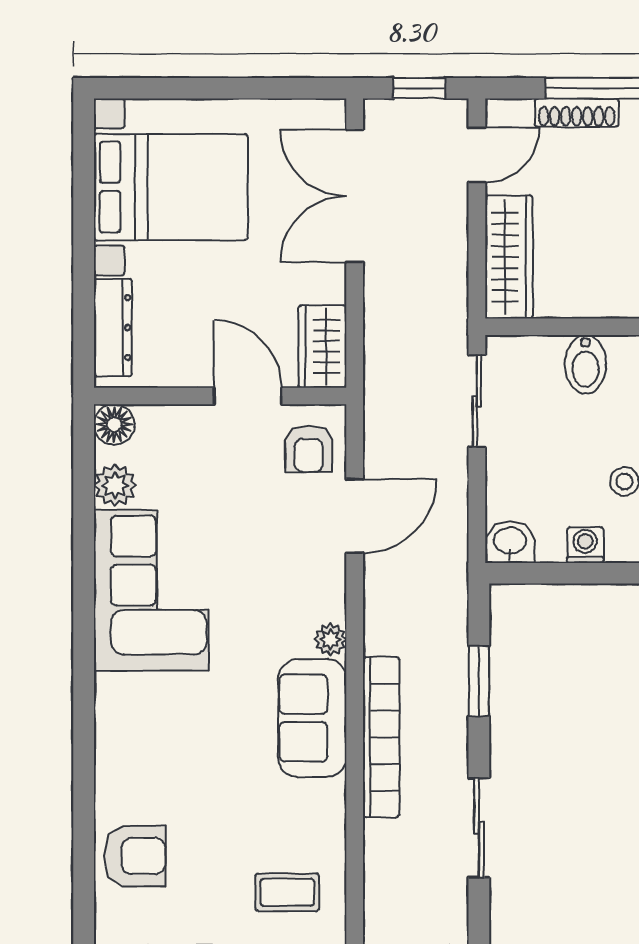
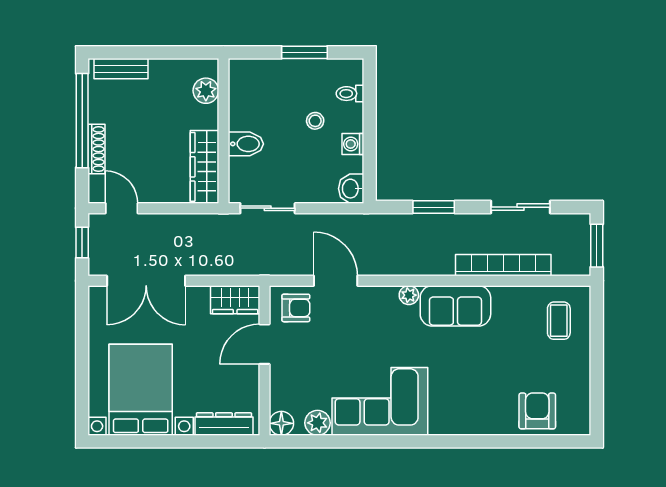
wardrobe: (509, 257) -> (204, 167), moved, turned -90
bookcase: (381, 737) -> (503, 265), moved

